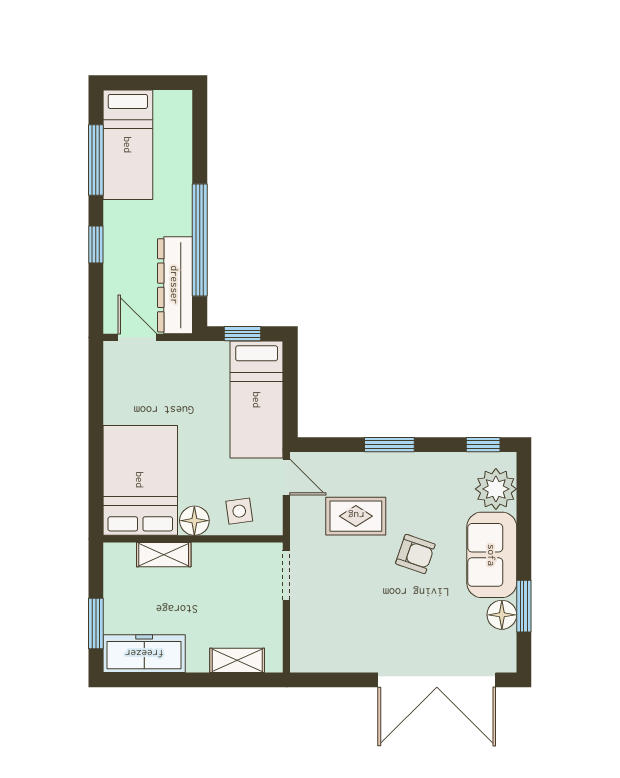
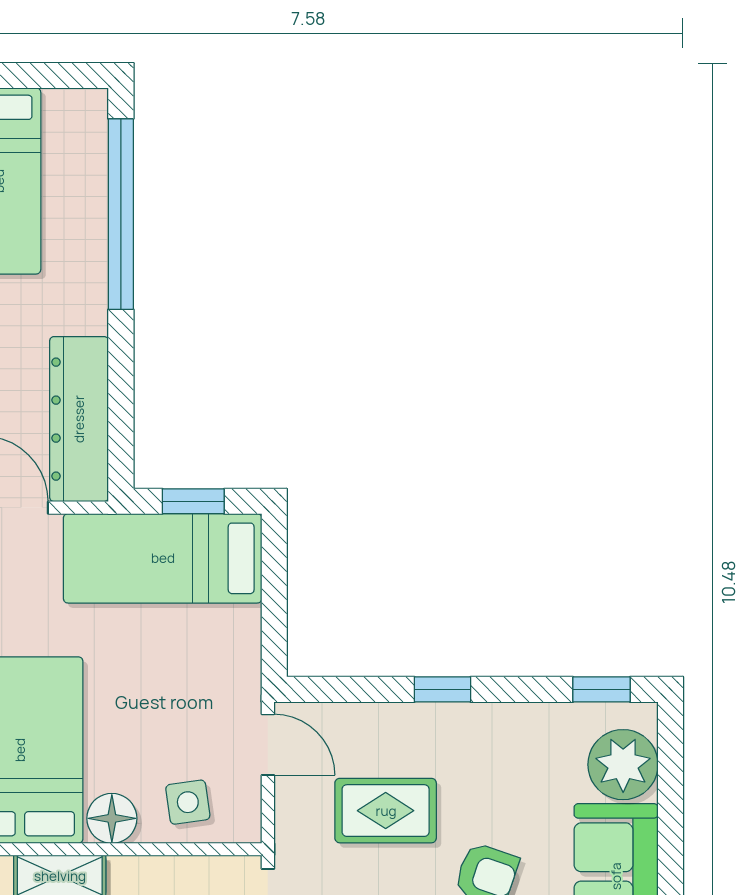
window: (200, 240) -> (121, 214), moved
bed: (257, 400) -> (163, 558), moved, turned 90
window: (389, 445) -> (442, 689), width x0.67

